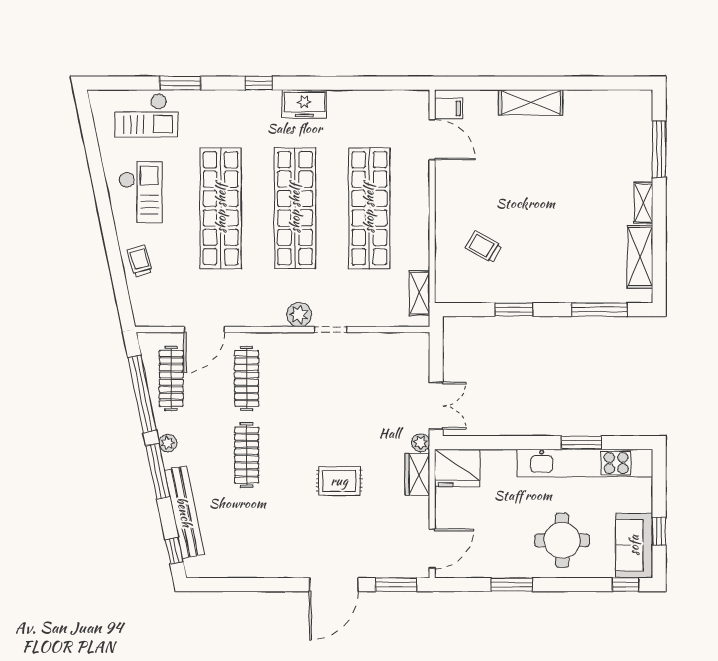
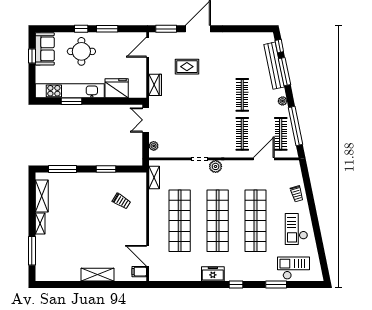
plant: (421, 443) -> (154, 146), moved
fridge: (457, 468) -> (117, 88), moved
window: (158, 471) -> (284, 72), moved
rug: (339, 481) -> (187, 67), moved
window: (626, 585) -> (81, 29), moved

